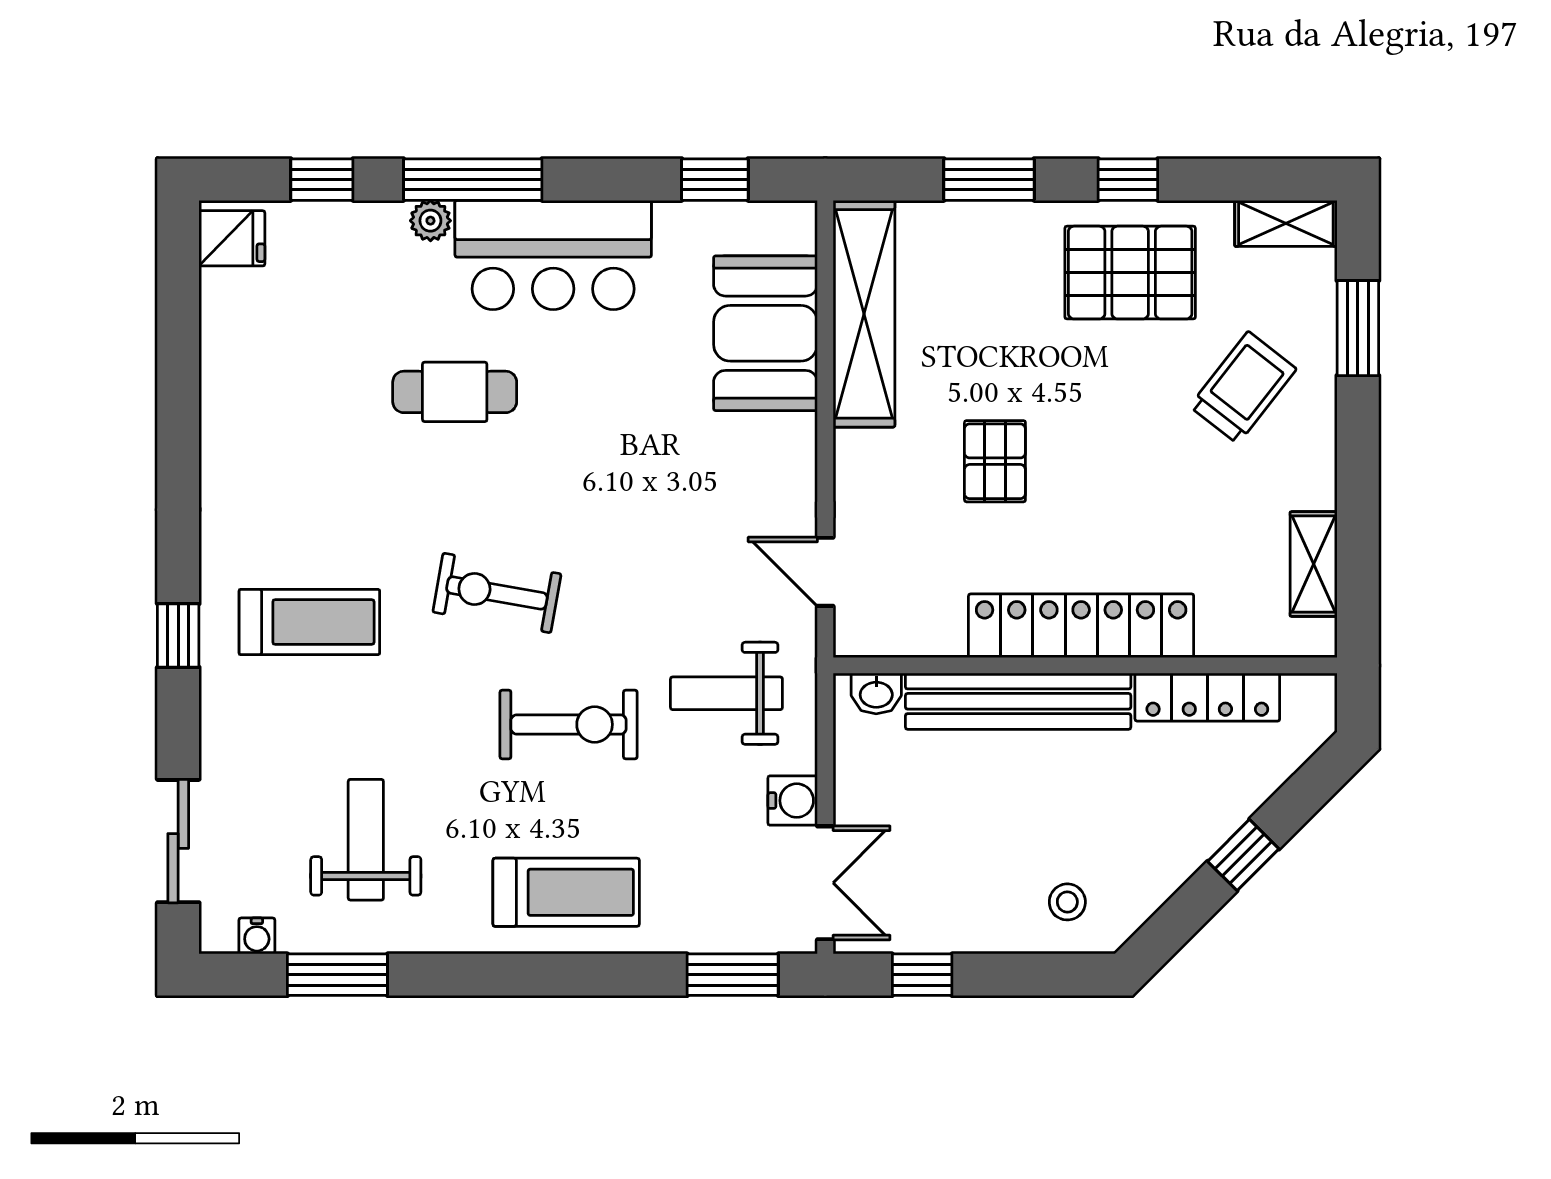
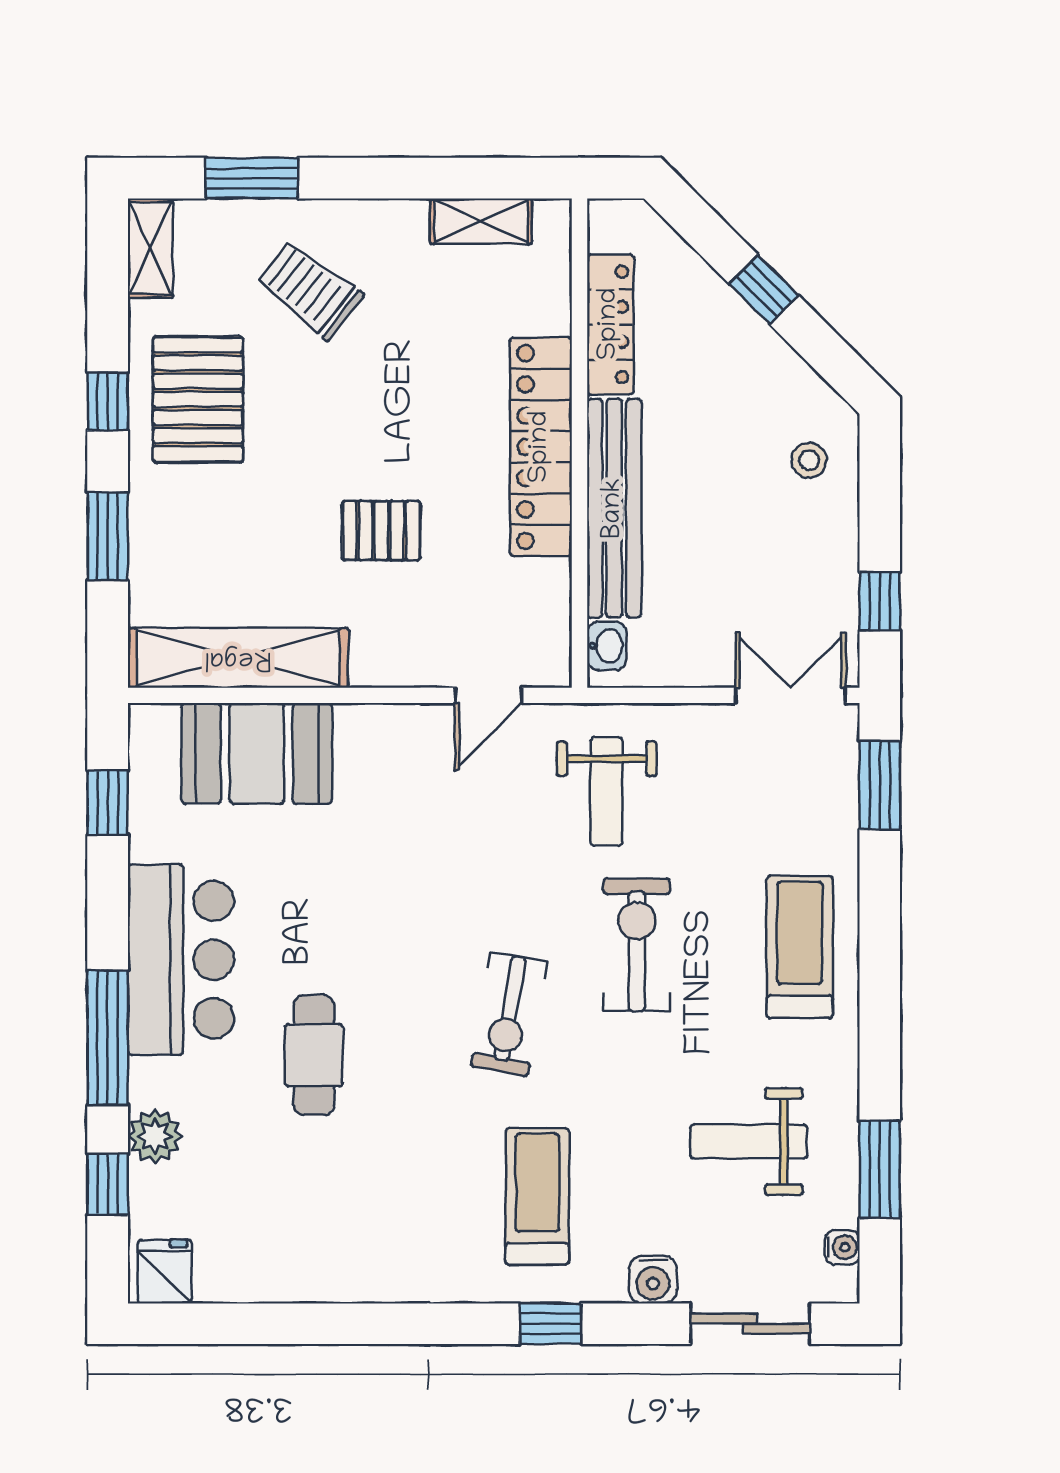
plant: (430, 221) -> (155, 1136), moved, width x1.38, depth x1.38
water cooler: (793, 801) -> (653, 1280), moved, turned 180

